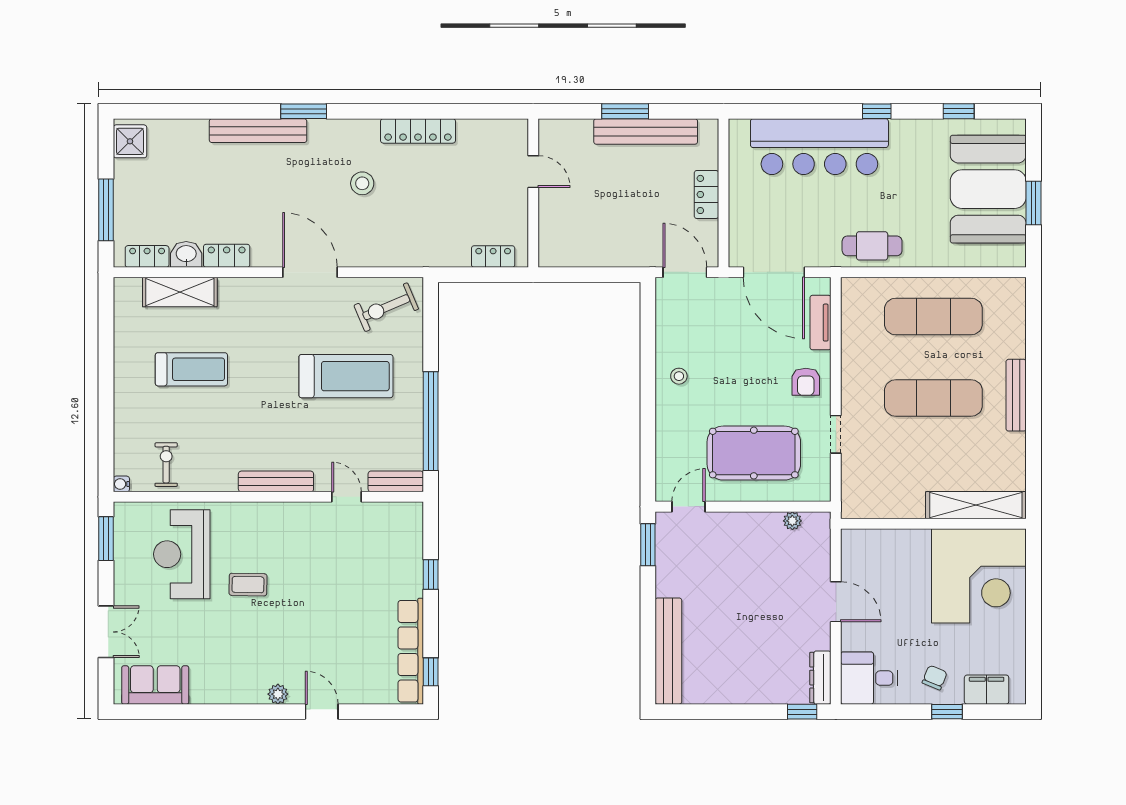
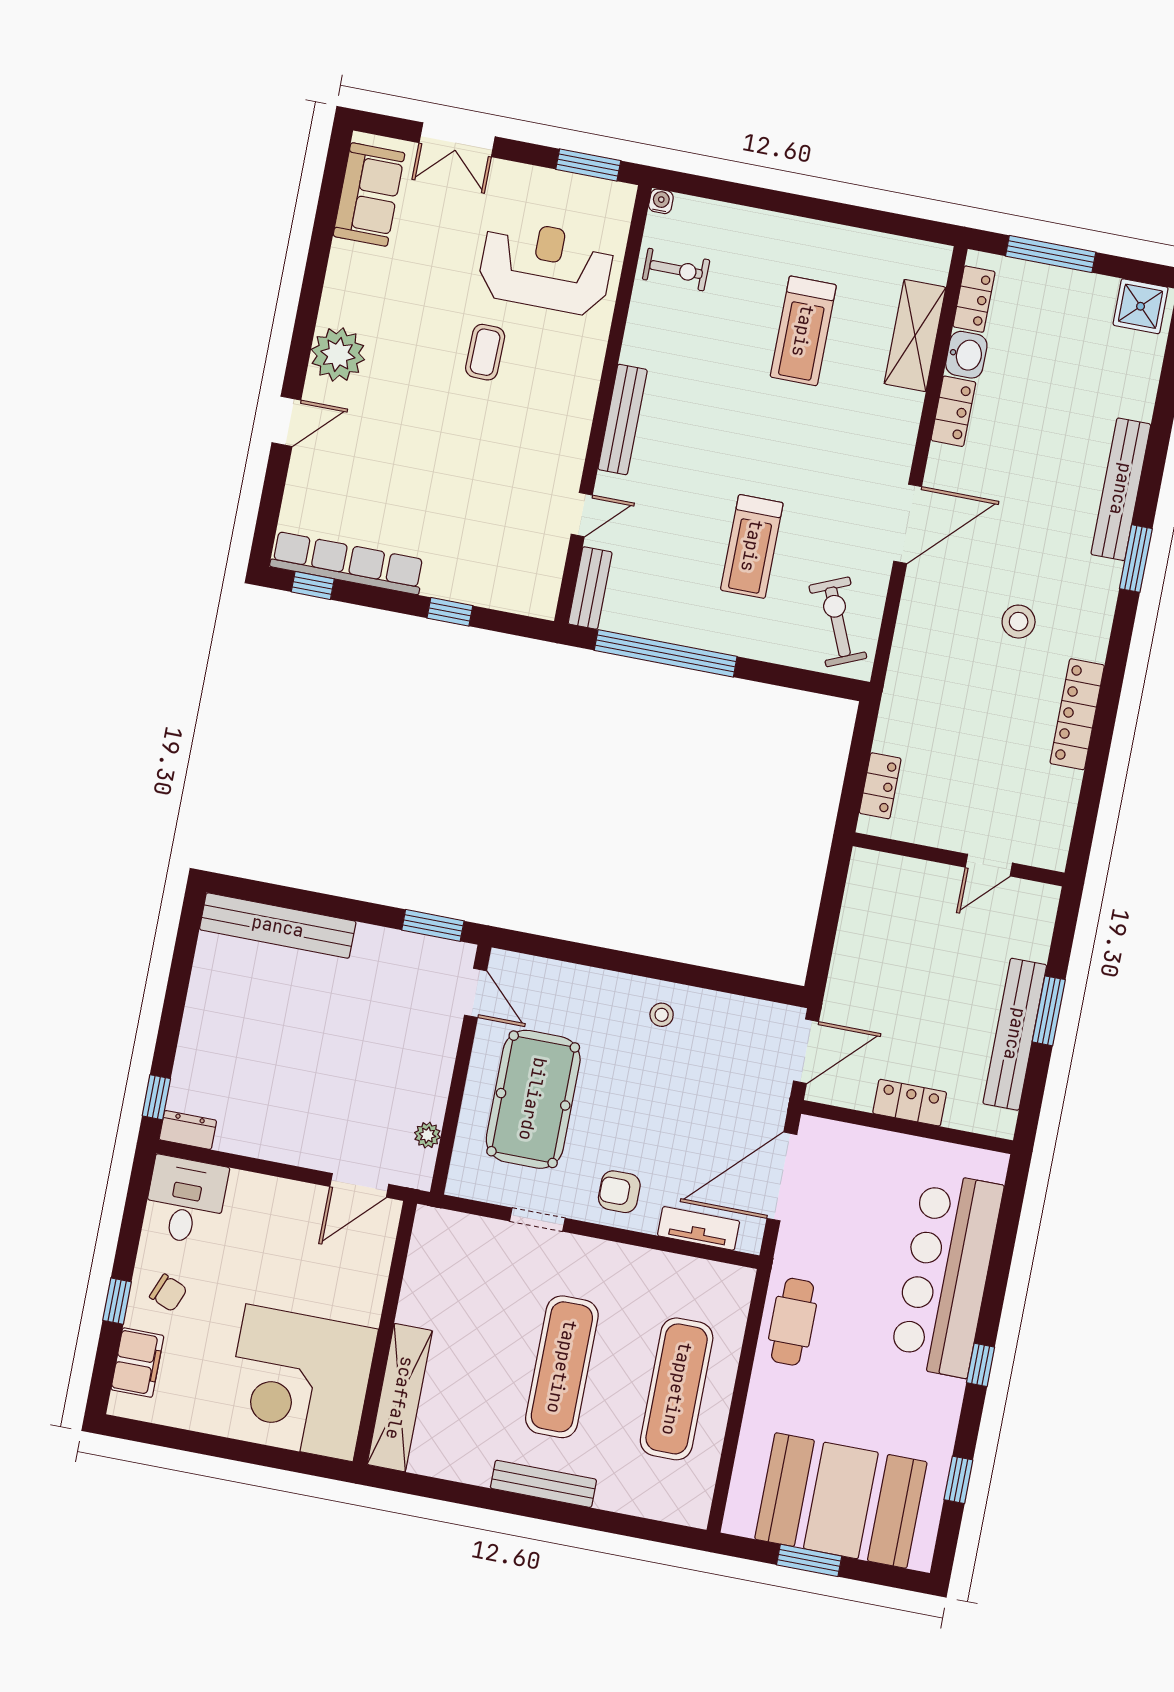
treadmill: (346, 376) -> (752, 546), width x0.73, depth x0.73
door: (836, 602) -> (359, 1185), moved
dresser: (820, 678) -> (188, 1130), width x0.70
plant: (278, 694) -> (338, 355), width x1.87, depth x1.87

